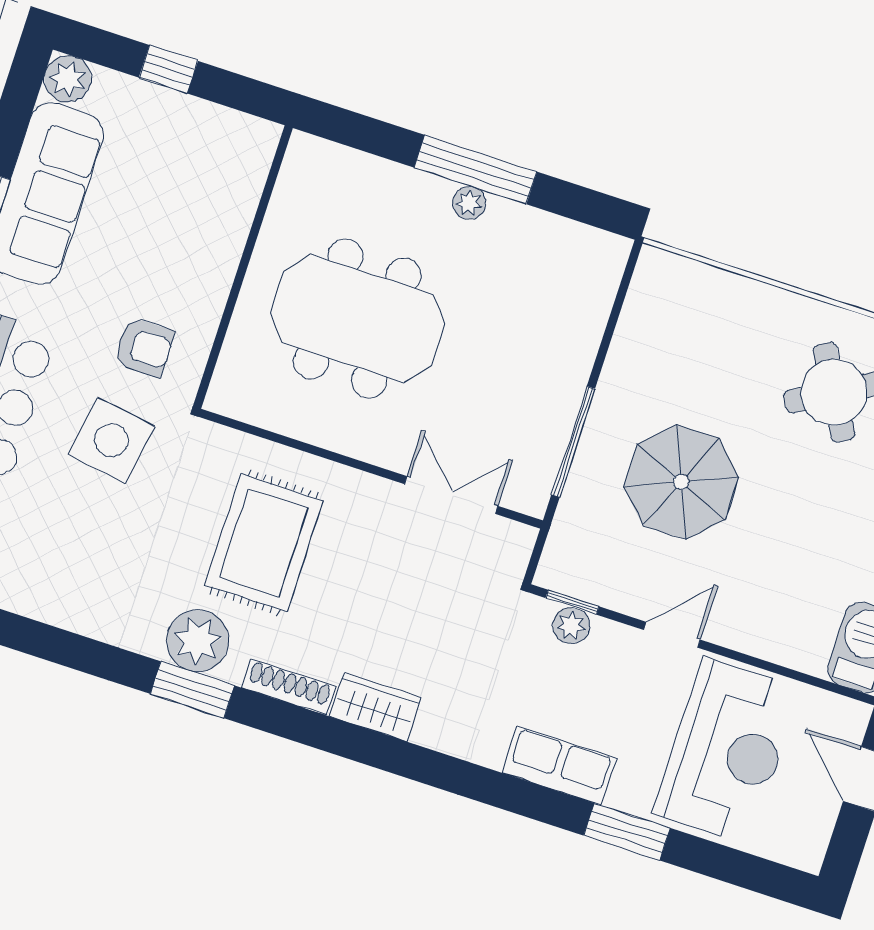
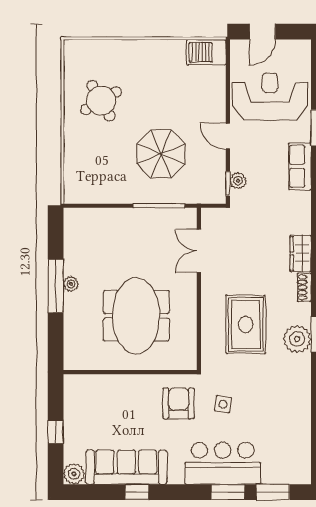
armchair: (144, 347) -> (179, 403), width x1.38, depth x1.38
side table: (112, 440) -> (223, 404), width x0.54, depth x0.54
rug: (264, 543) -> (246, 324), turned 90
shoe rack: (289, 687) -> (304, 287), width x0.70

